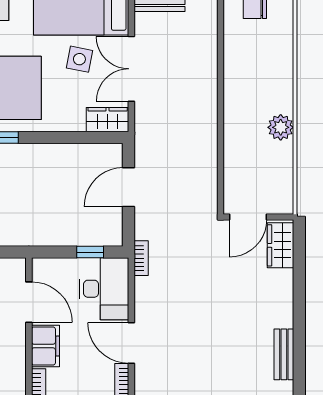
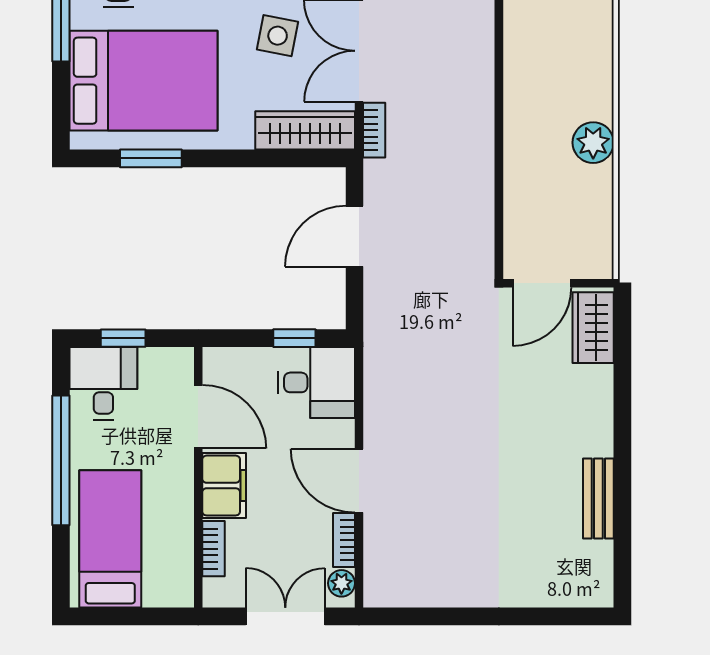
wardrobe: (108, 120) -> (305, 130), width x1.50
bookcase: (141, 258) -> (374, 130), moved
desk: (104, 289) -> (316, 382), width x0.73

